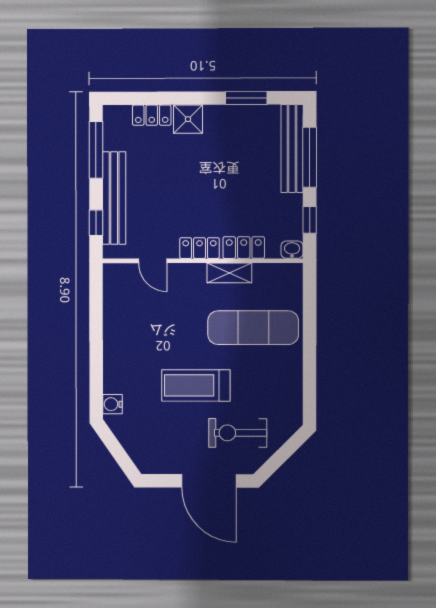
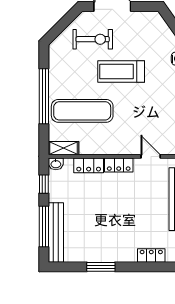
window: (246, 98) -> (101, 267), moved
shower: (188, 119) -> (127, 253), removed
shelving: (229, 273) -> (64, 148), moved
window: (310, 349) -> (44, 96), added
treadmill: (196, 385) -> (121, 72), turned 180

